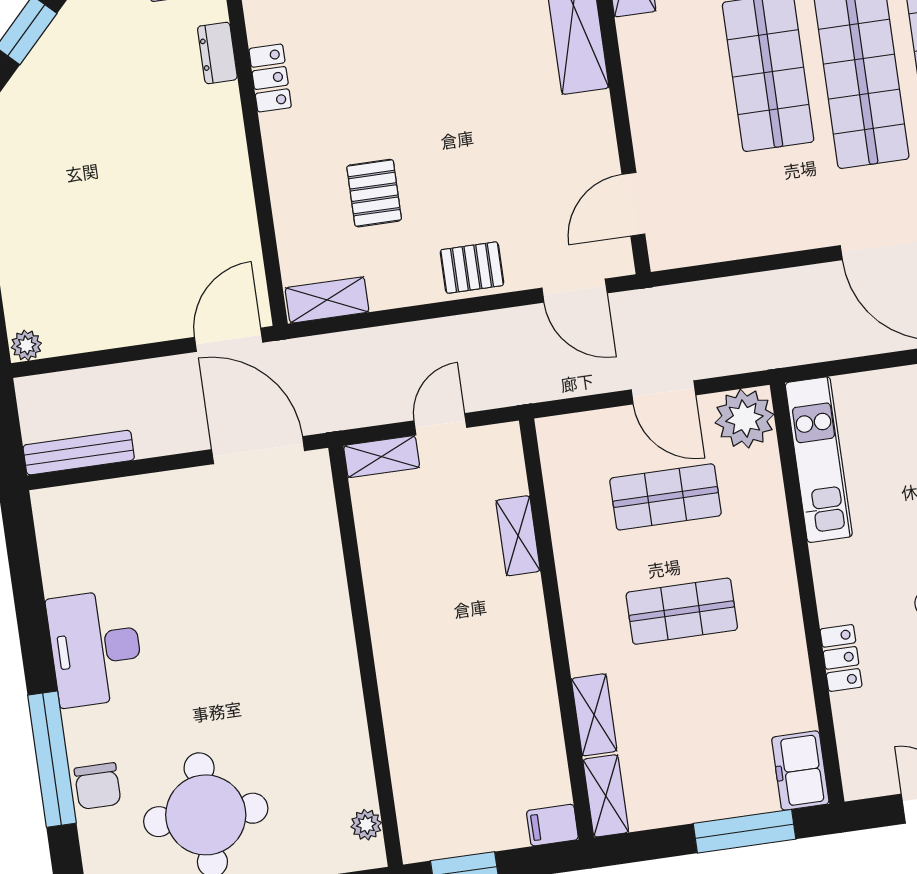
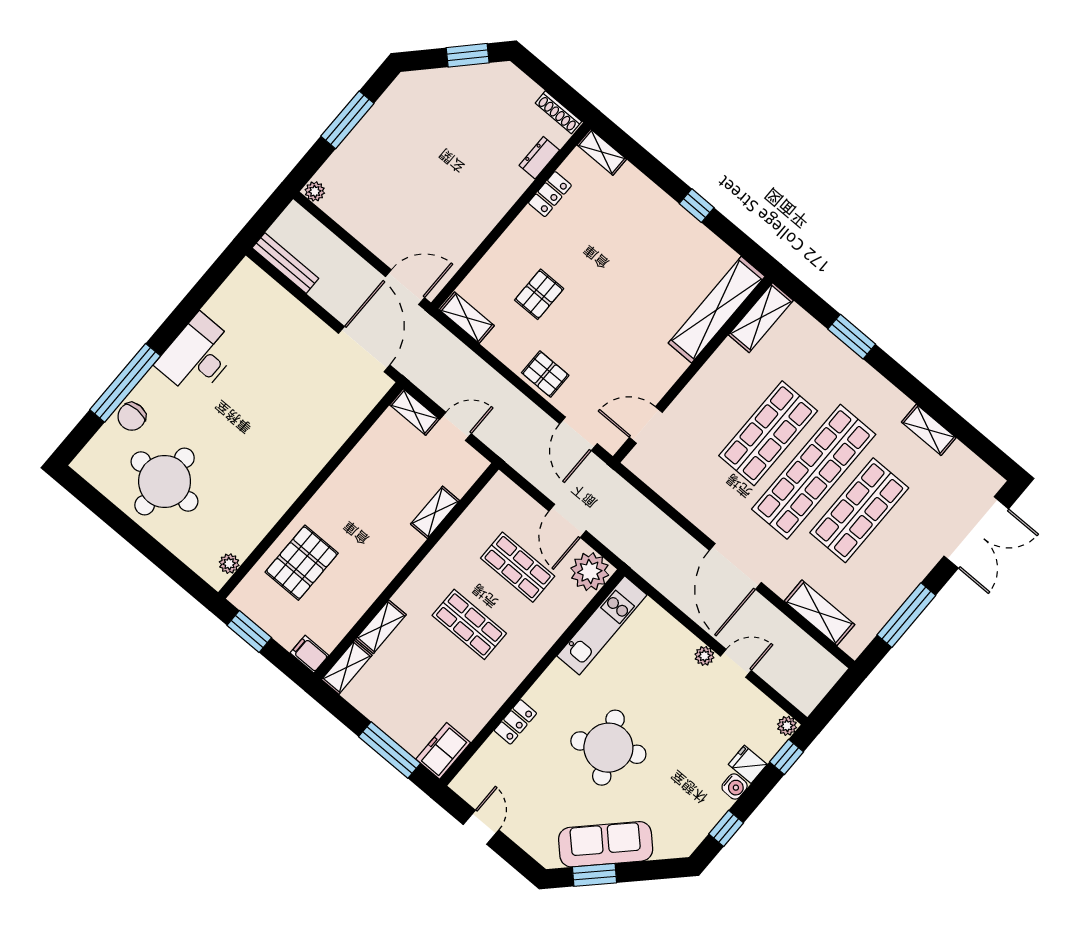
pallet: (439, 740) -> (302, 563), added

